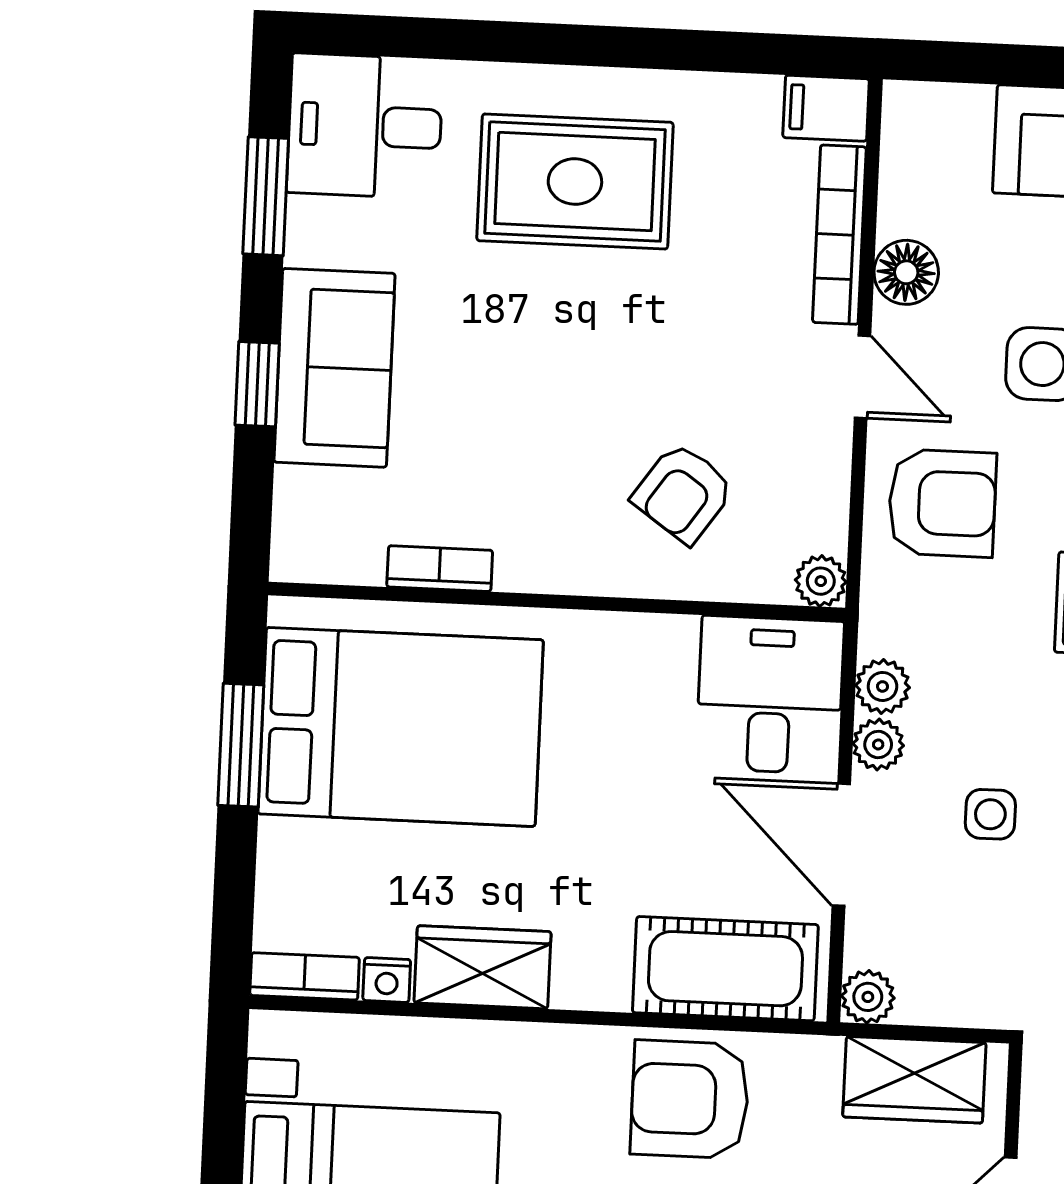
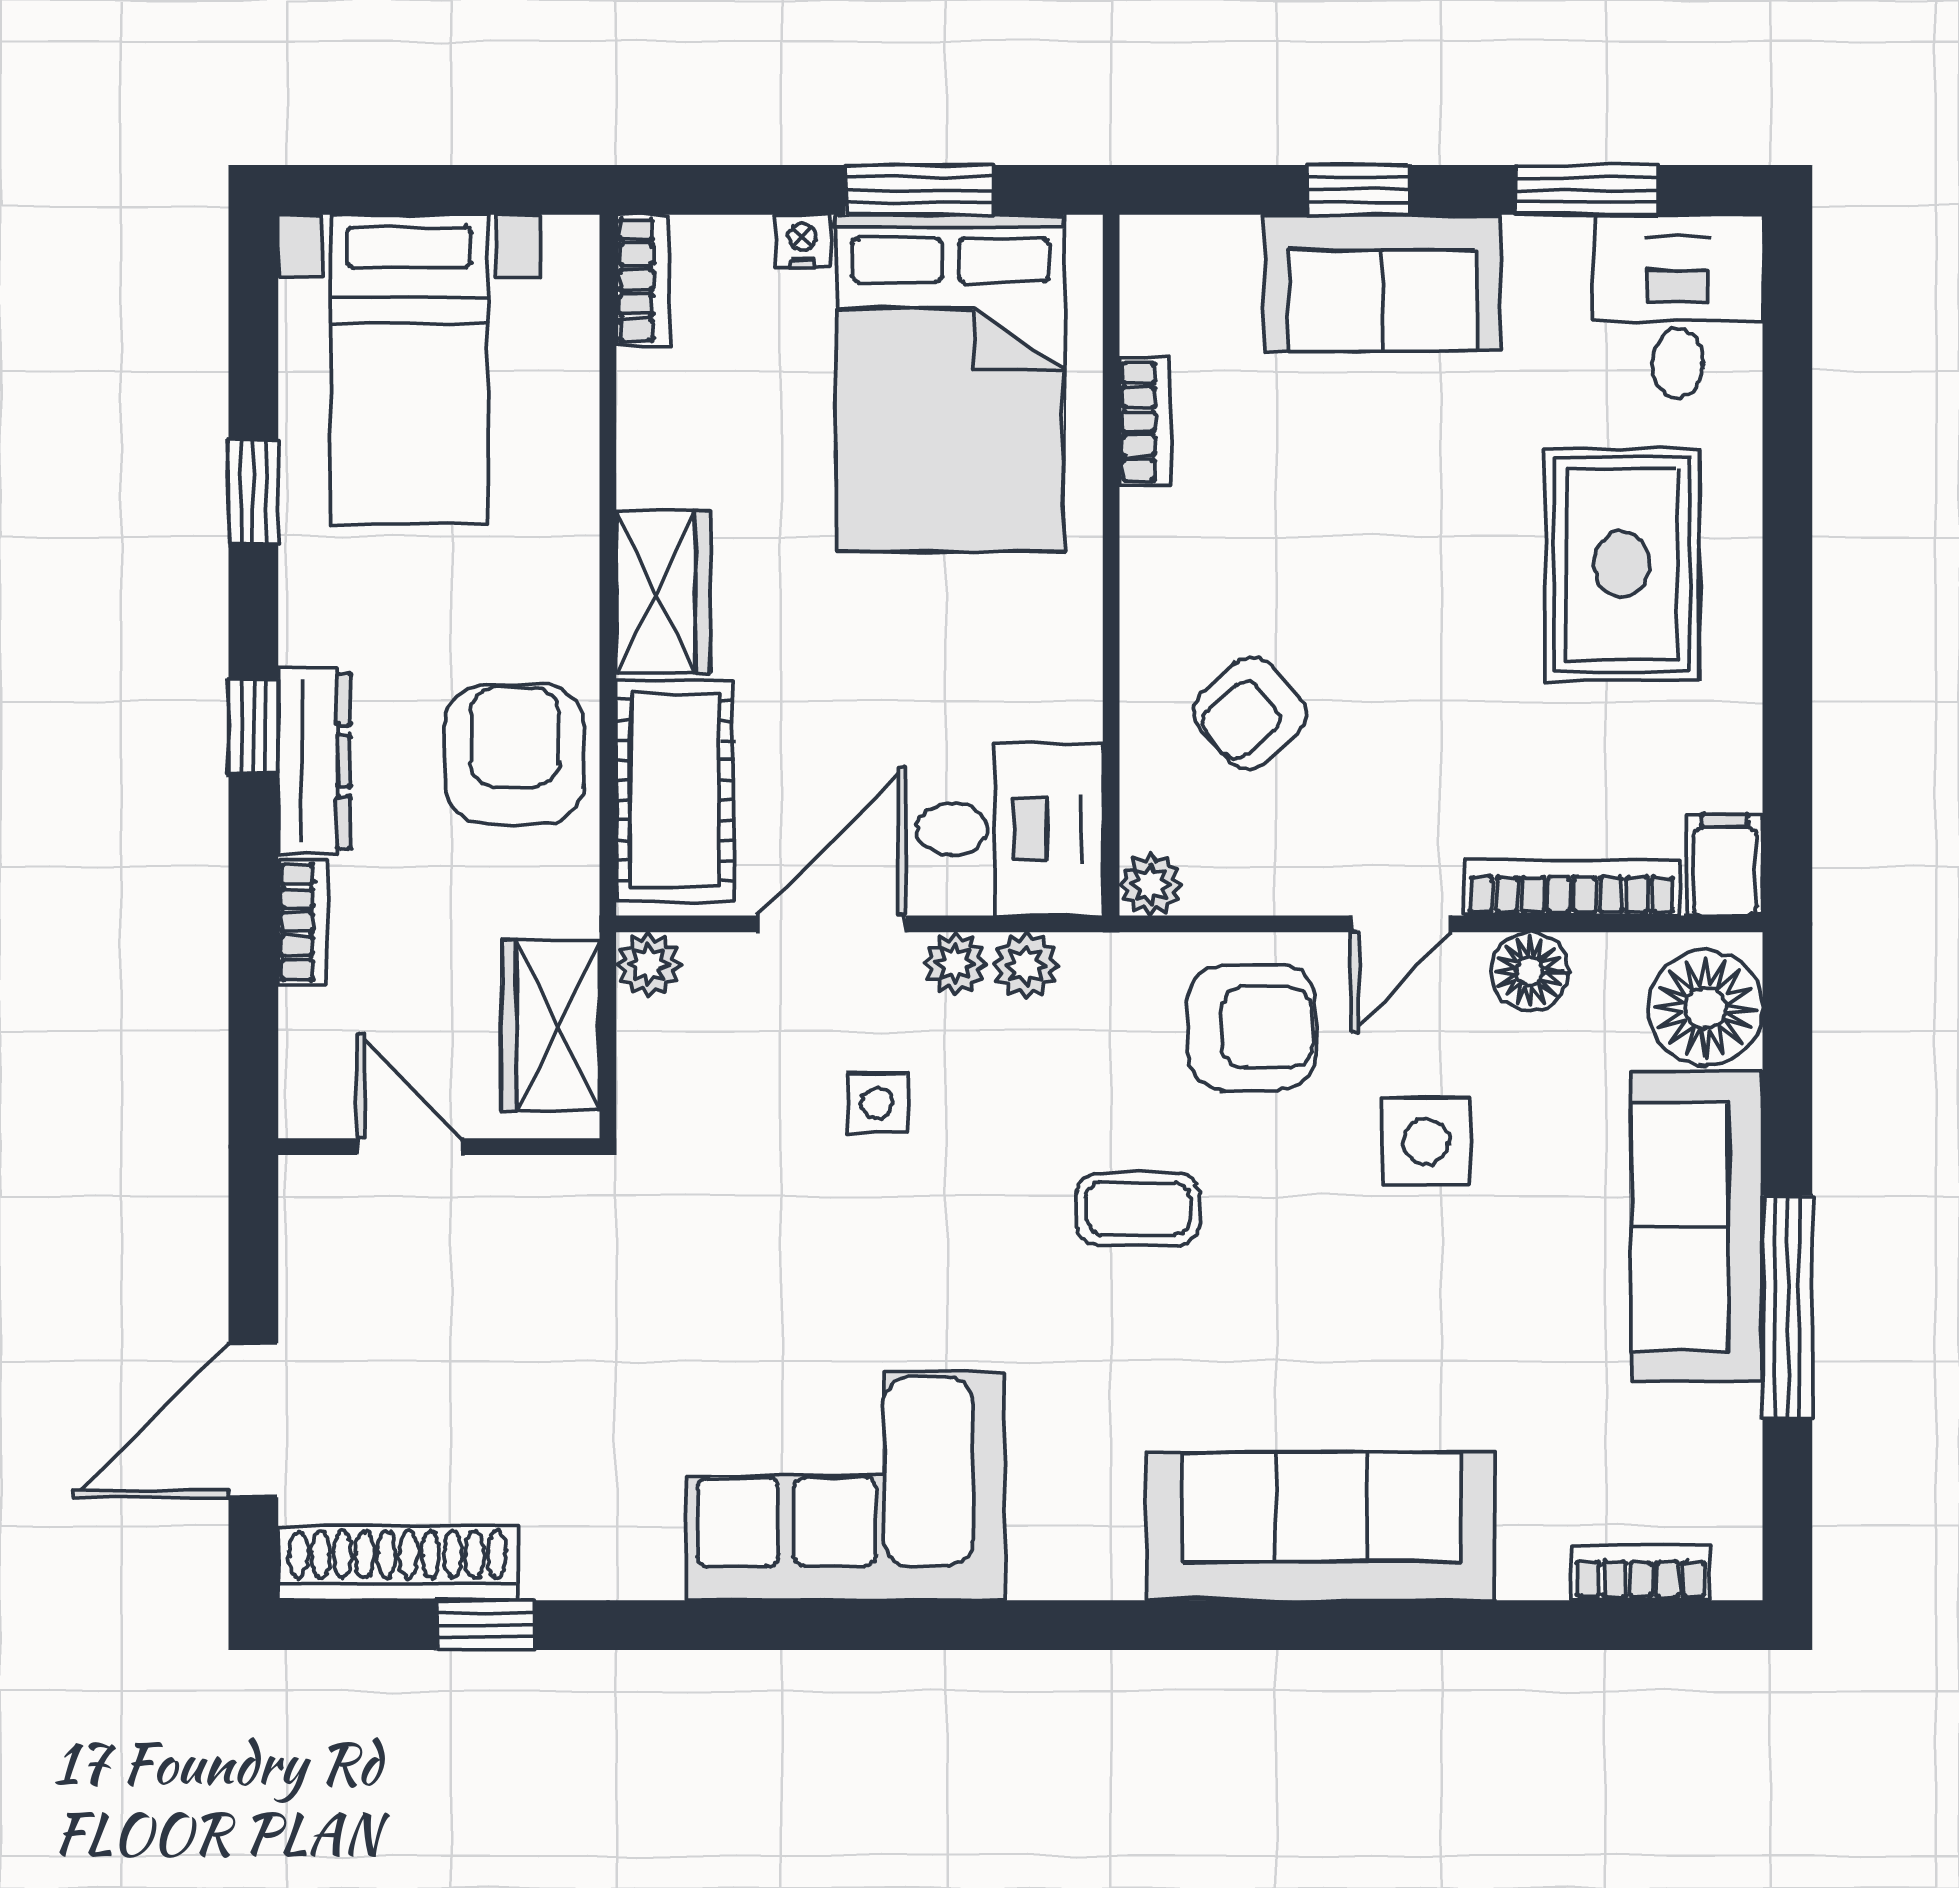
floor lamp: (943, 129) -> (1705, 1008), added
armchair: (683, 493) -> (1250, 713), turned -76
armchair: (942, 503) -> (1252, 1028), turned -90
wardrobe: (483, 967) -> (663, 592), moved
nightstand: (387, 980) -> (802, 241), moved, turned 90

